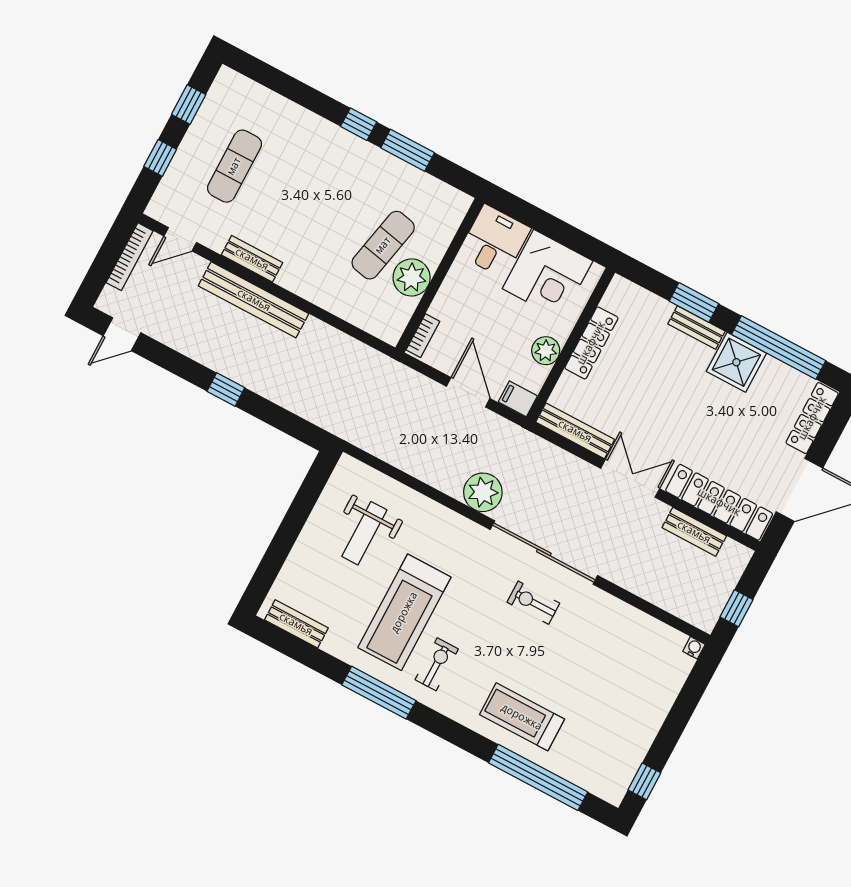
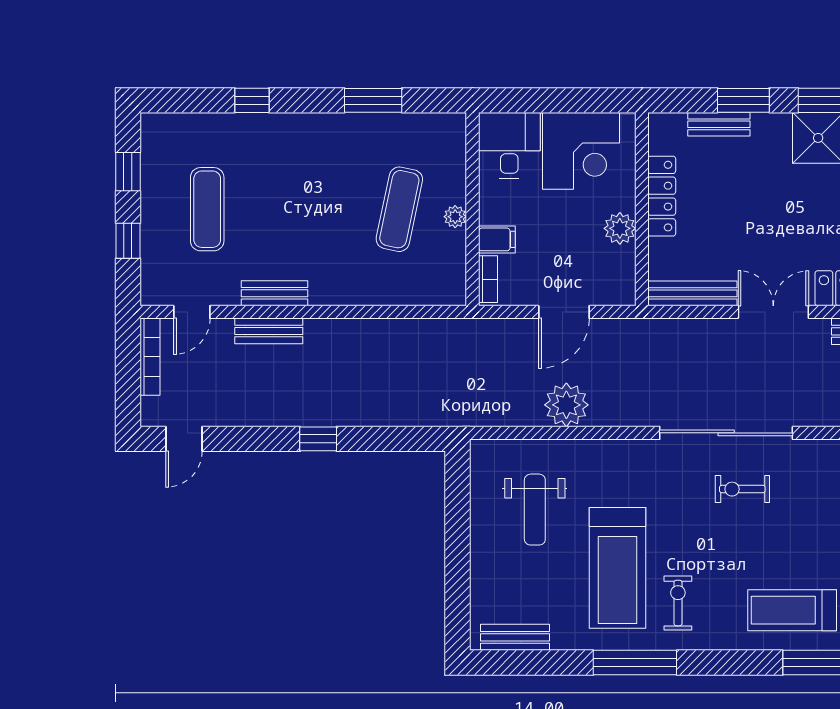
window: (359, 124) -> (252, 100), moved
plant: (412, 277) -> (455, 217), width x0.53, depth x0.53
bench: (254, 300) -> (269, 331), width x0.54, depth x0.82
bench: (696, 327) -> (719, 124), moved
door: (468, 392) -> (564, 312), swing flipped
filing cabinet: (518, 399) -> (497, 239), moved, turned 180
plant: (483, 492) -> (566, 405), moved

